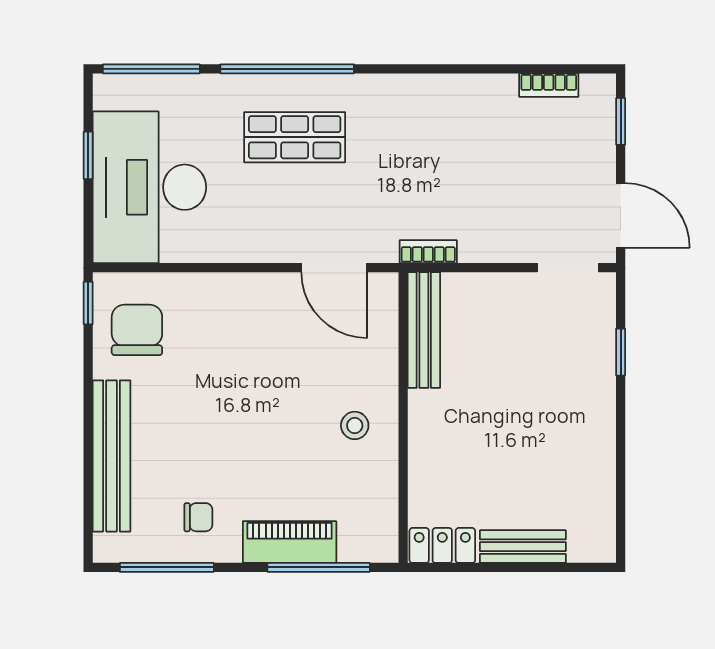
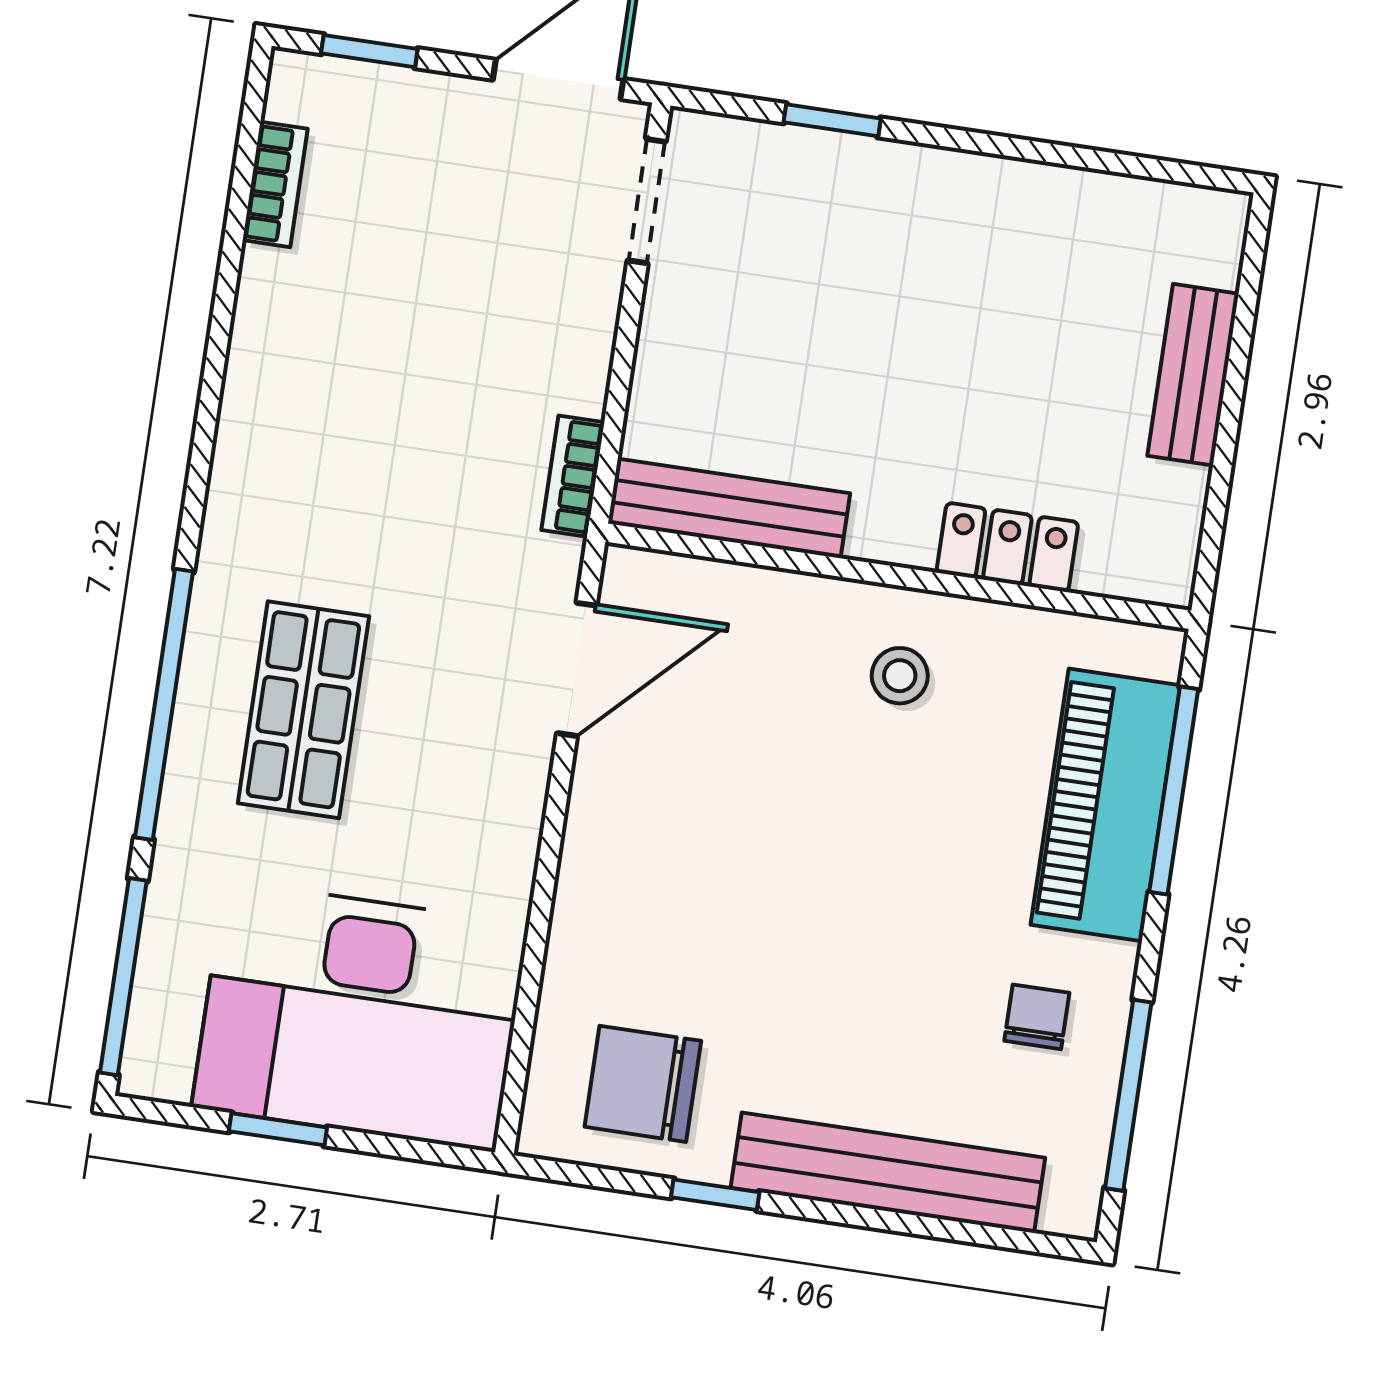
window: (88, 303) -> (715, 1195), moved
piano: (290, 542) -> (1105, 805), width x1.37, depth x1.33
locker: (442, 545) -> (1007, 547), moved, turned 90

